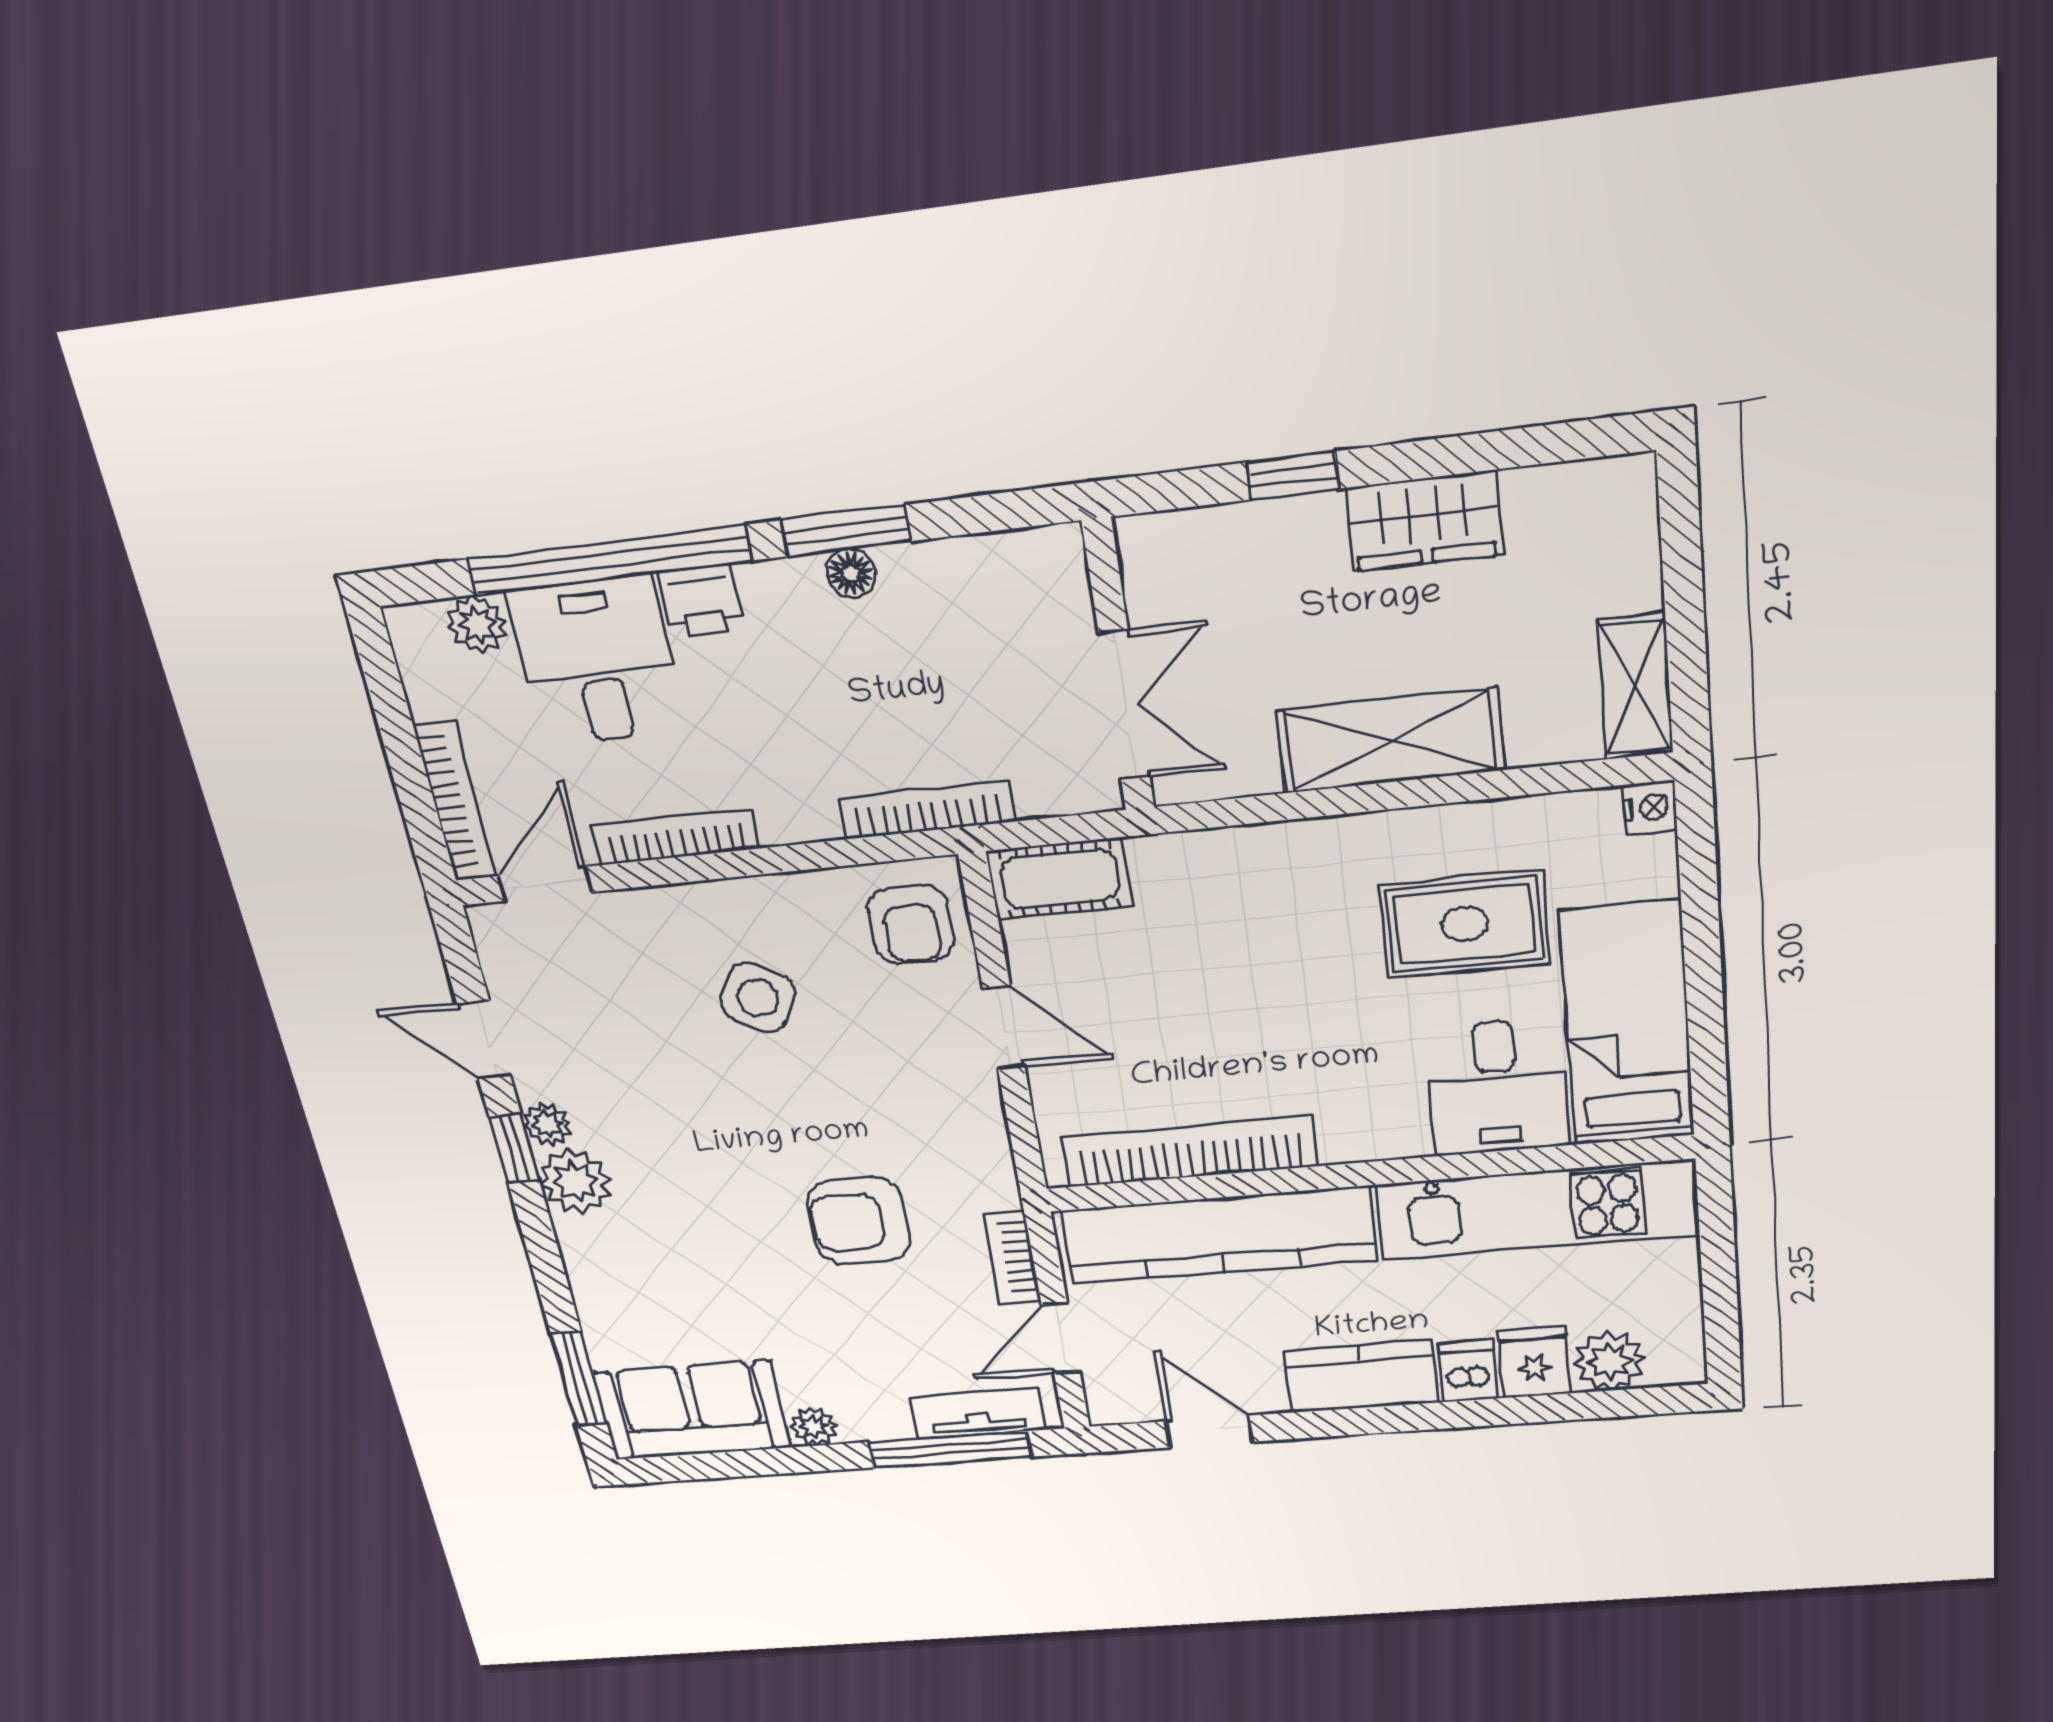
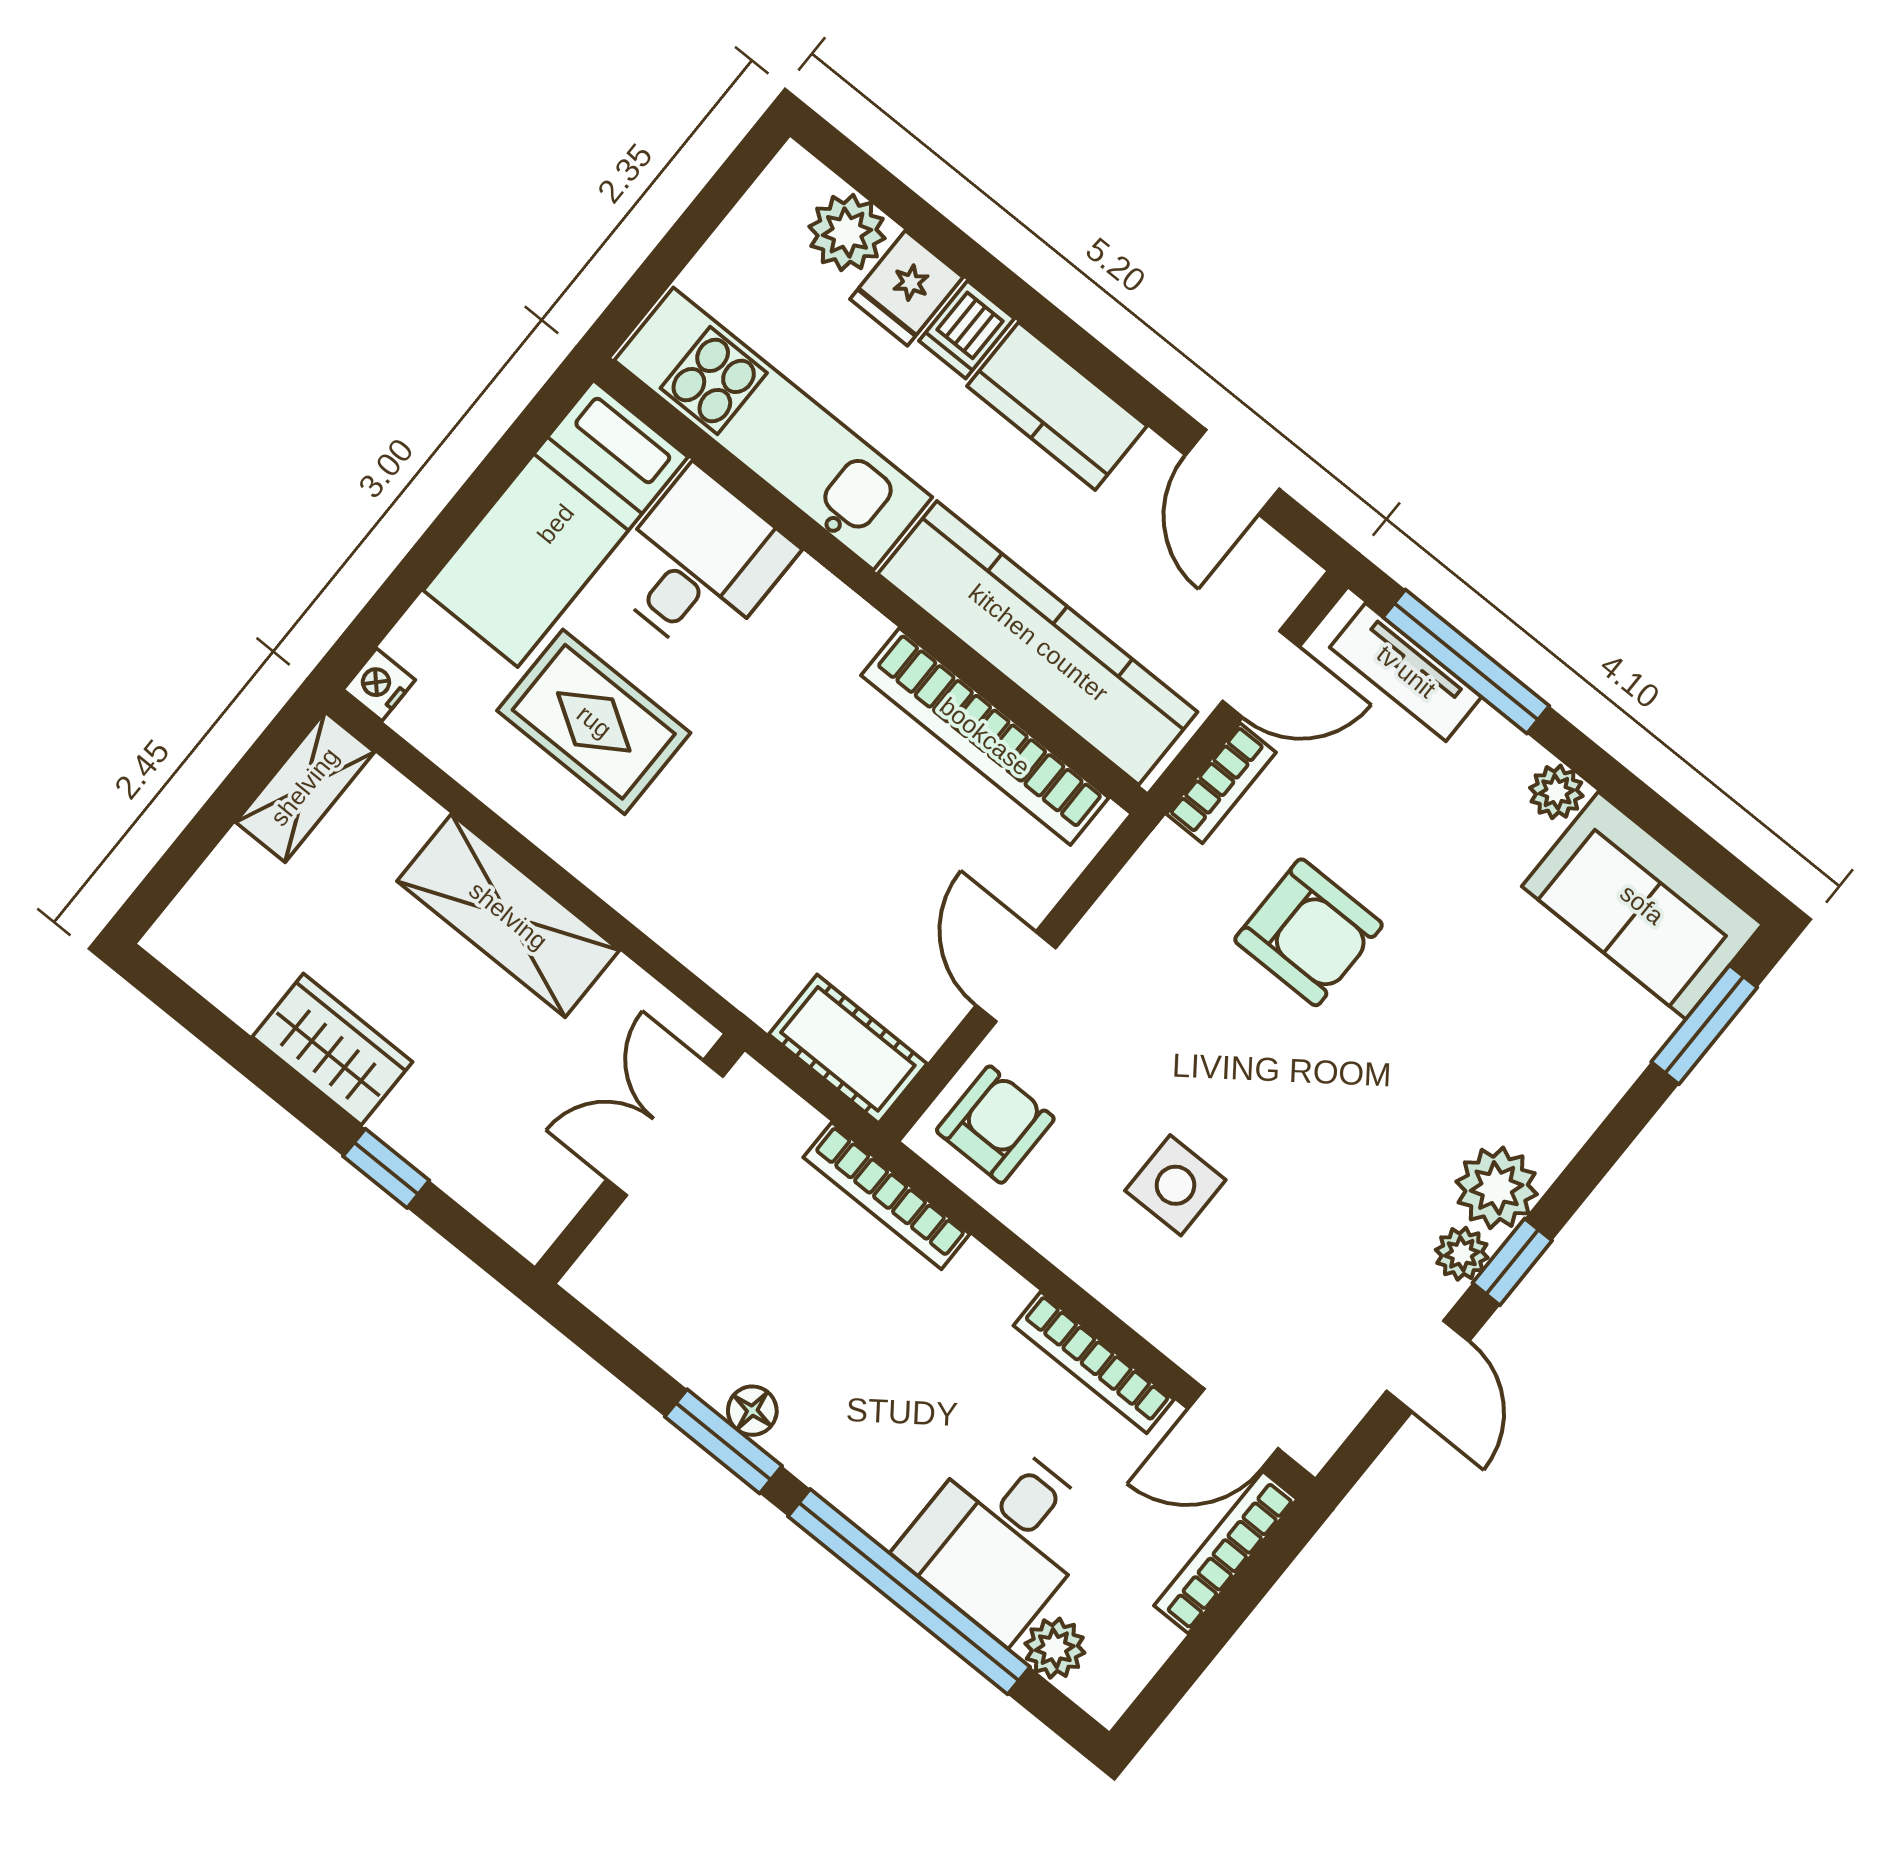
printer: (701, 601) -> (878, 1500), removed
side table: (758, 998) -> (1175, 1185), turned -30

